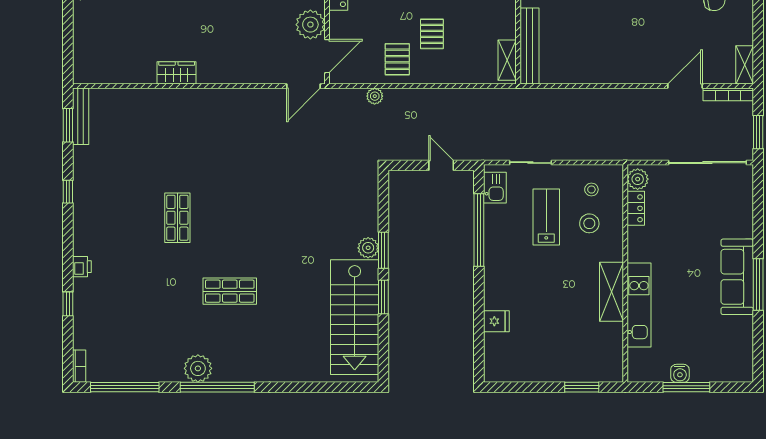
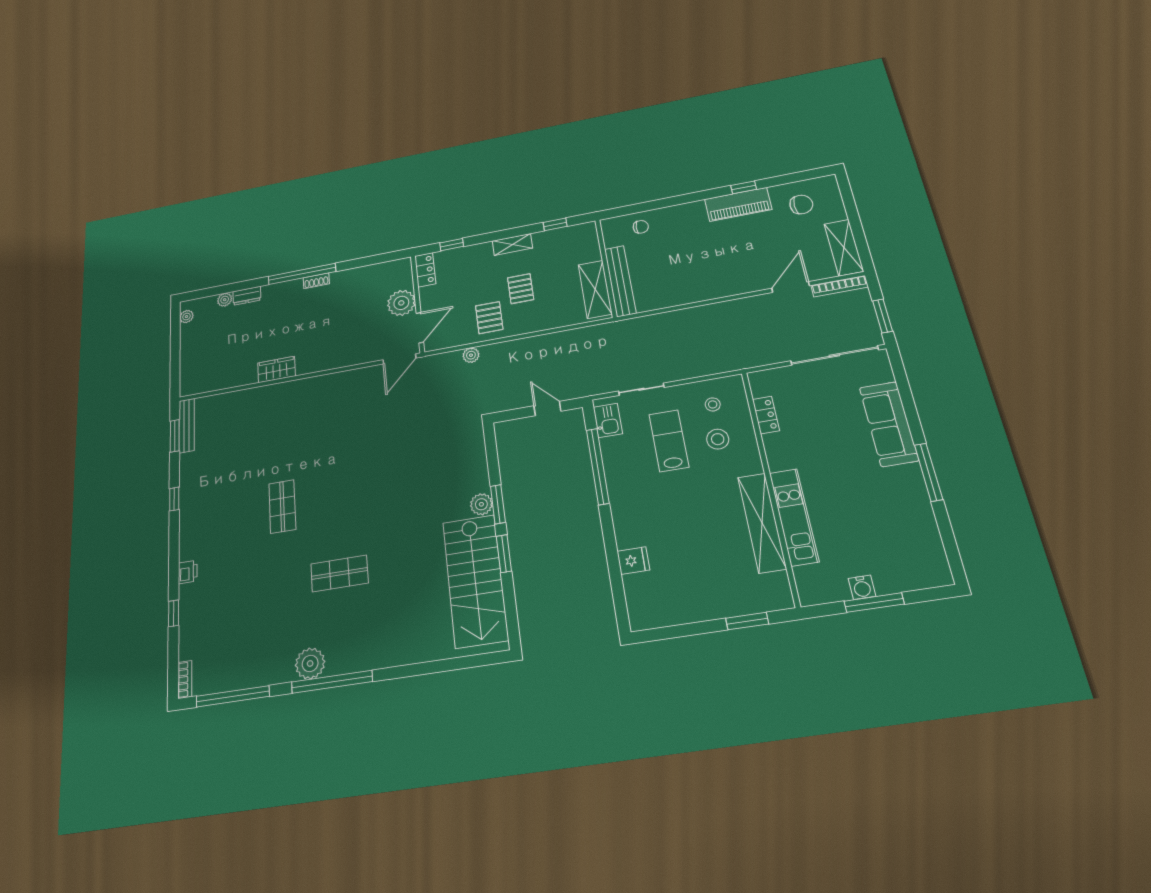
shelving: (507, 60) -> (595, 289), width x1.50, depth x1.33
shelving: (745, 65) -> (844, 248), width x1.50, depth x1.33
plant: (638, 179) -> (761, 385), removed
sofa: (737, 277) -> (889, 424), moved
shelving: (611, 292) -> (762, 523), width x1.47

